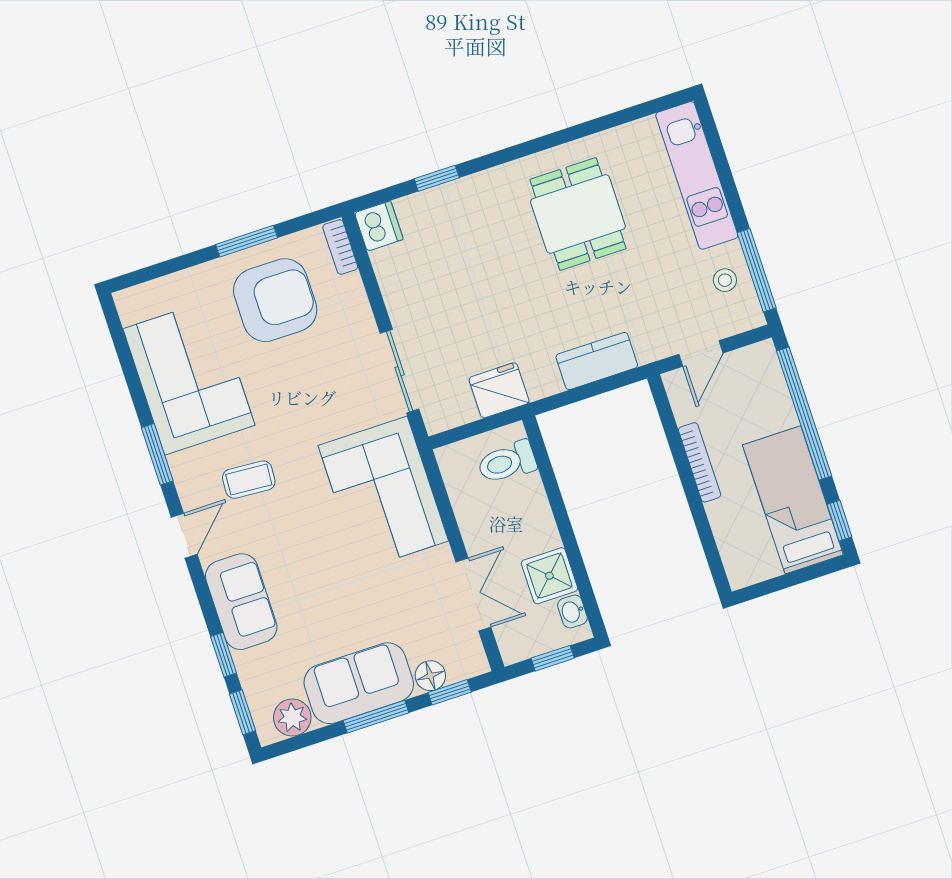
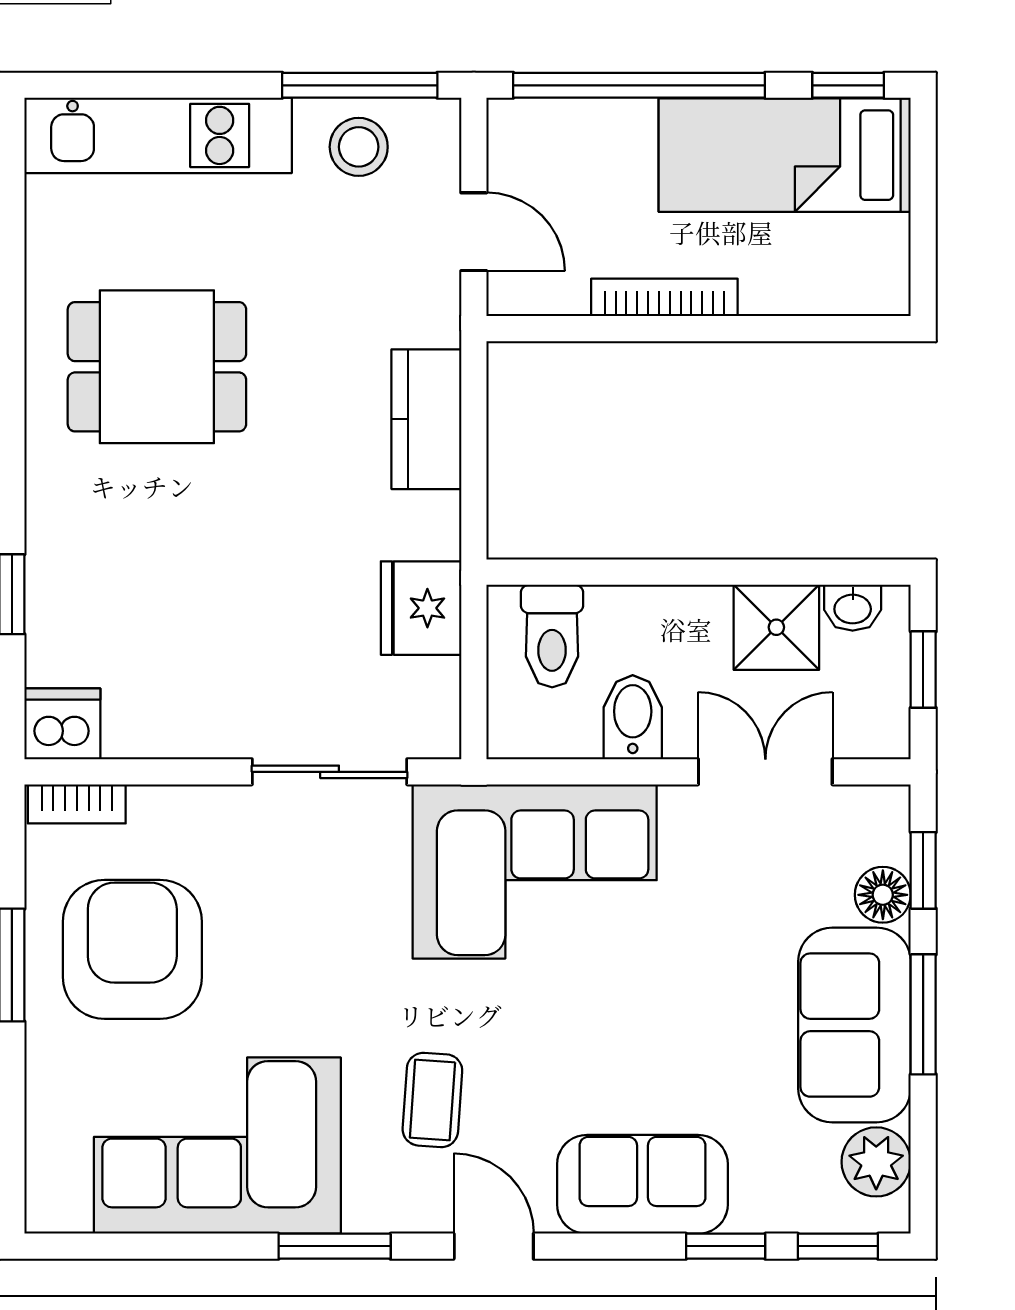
stool: (725, 280) -> (359, 147), width x1.37, depth x1.37
bidet: (479, 517) -> (633, 717), added

